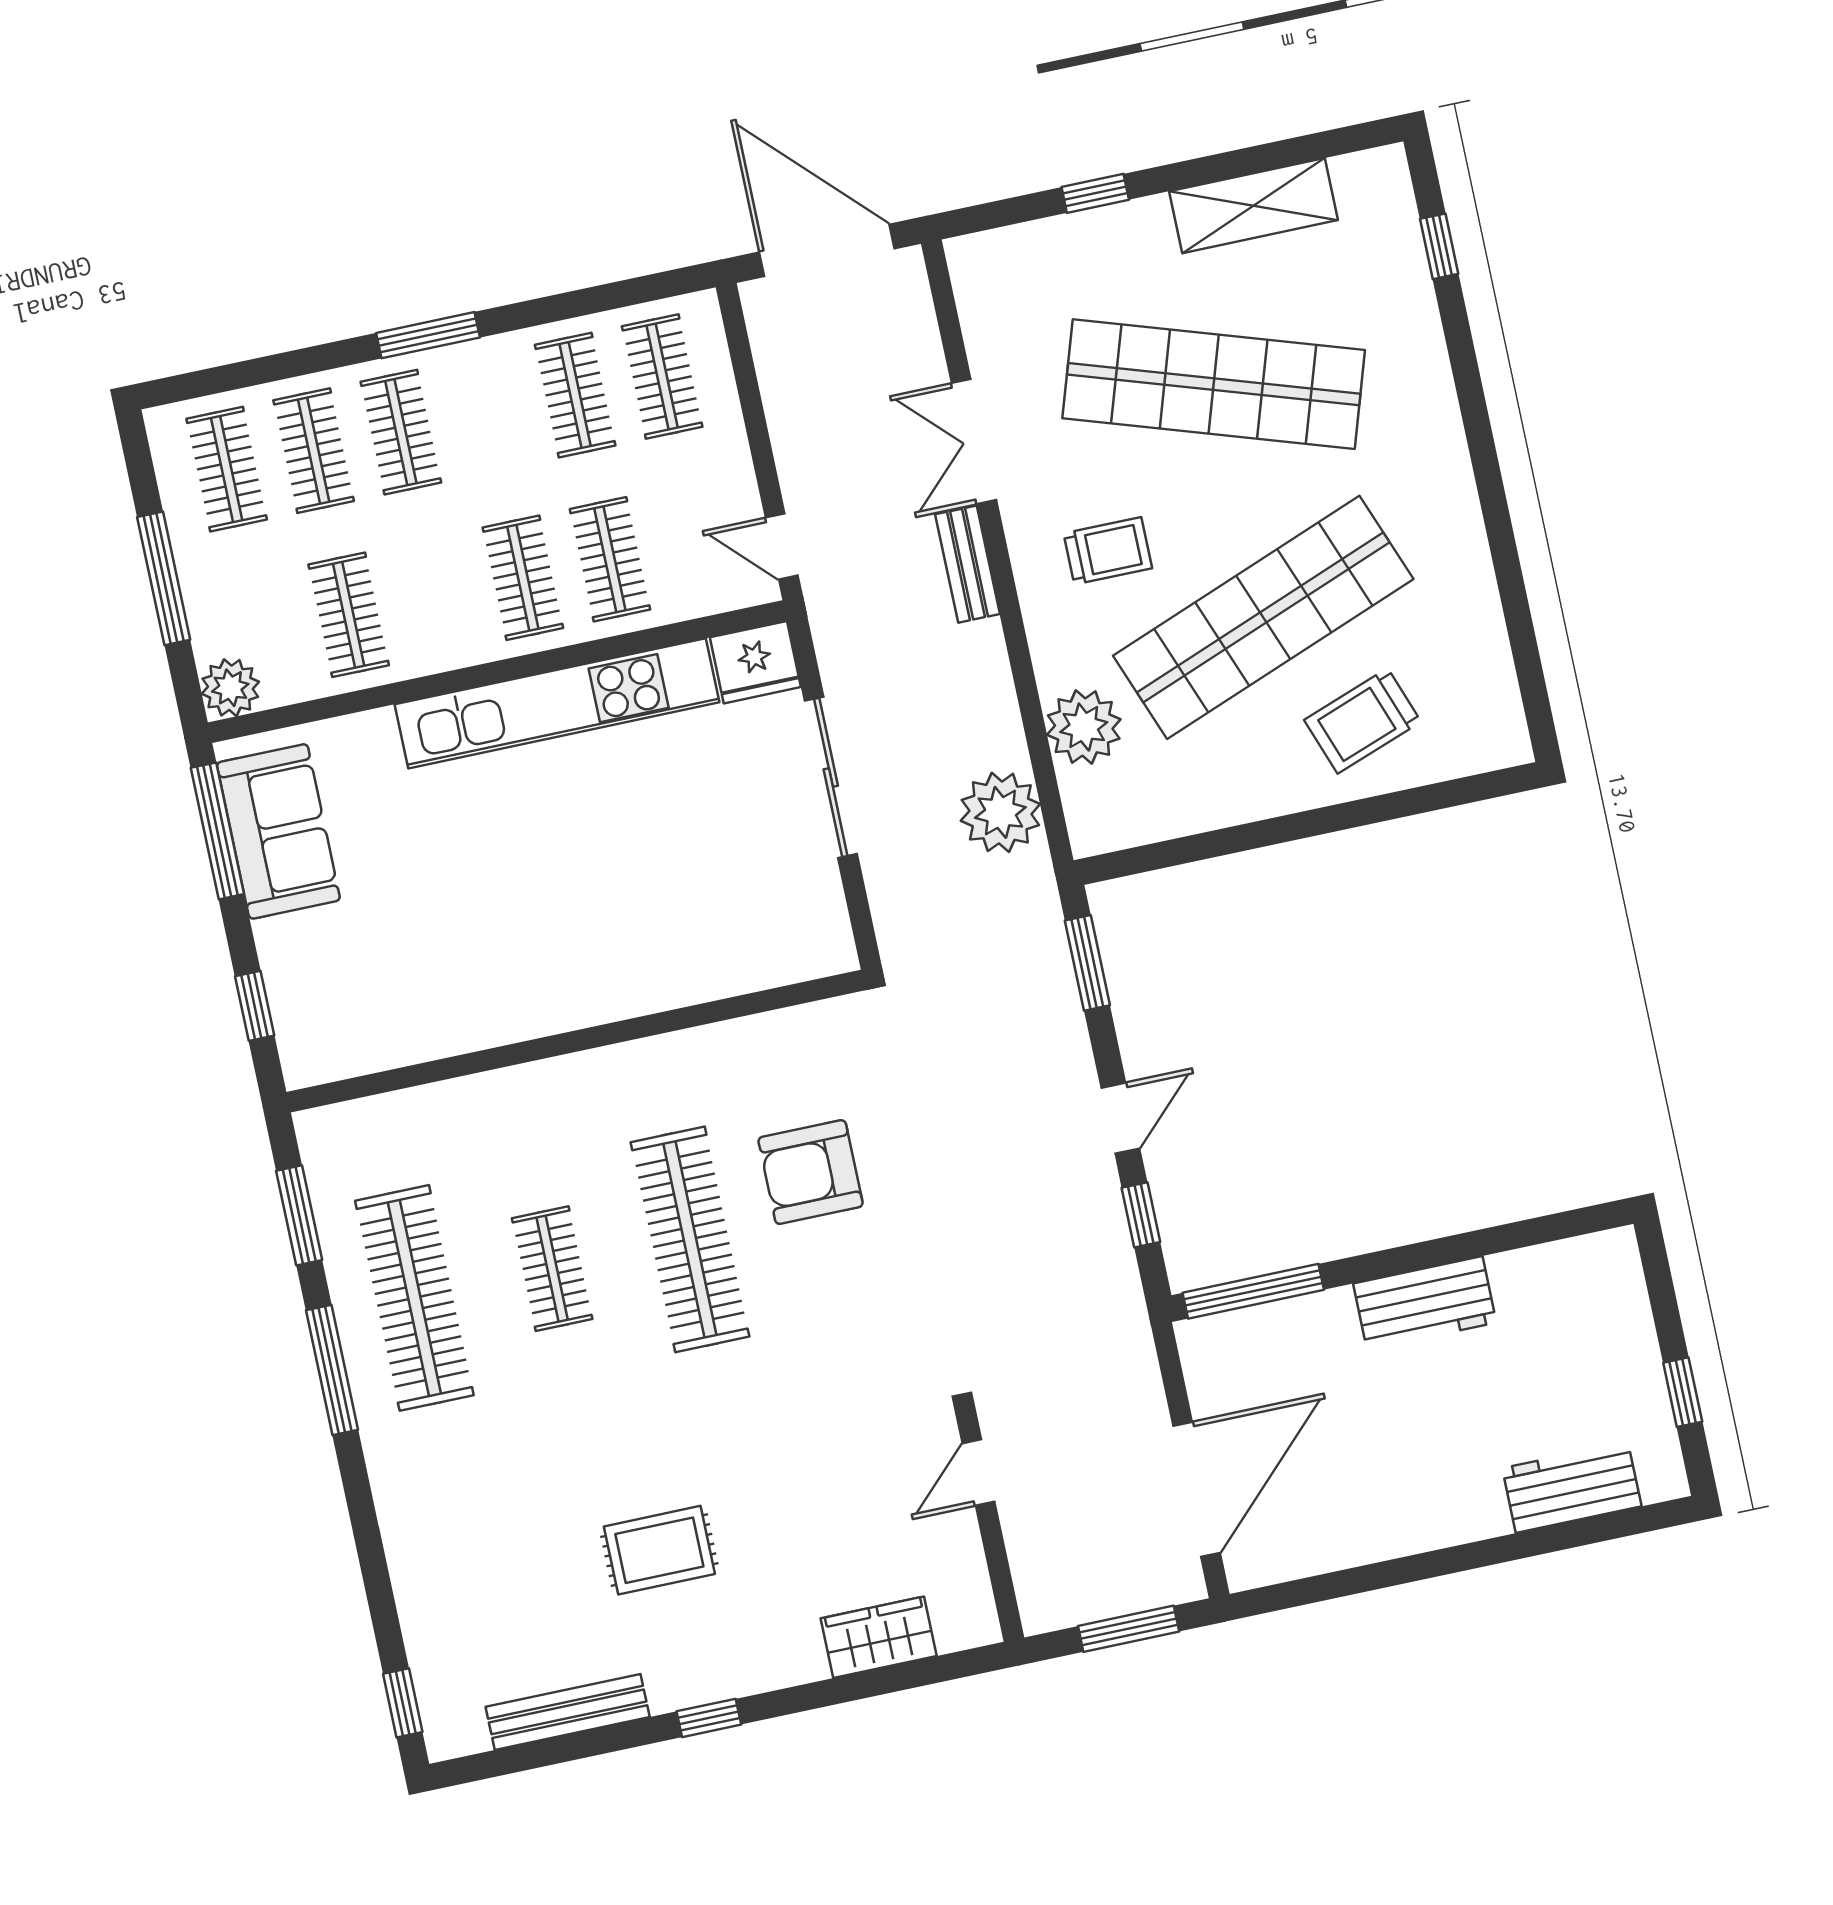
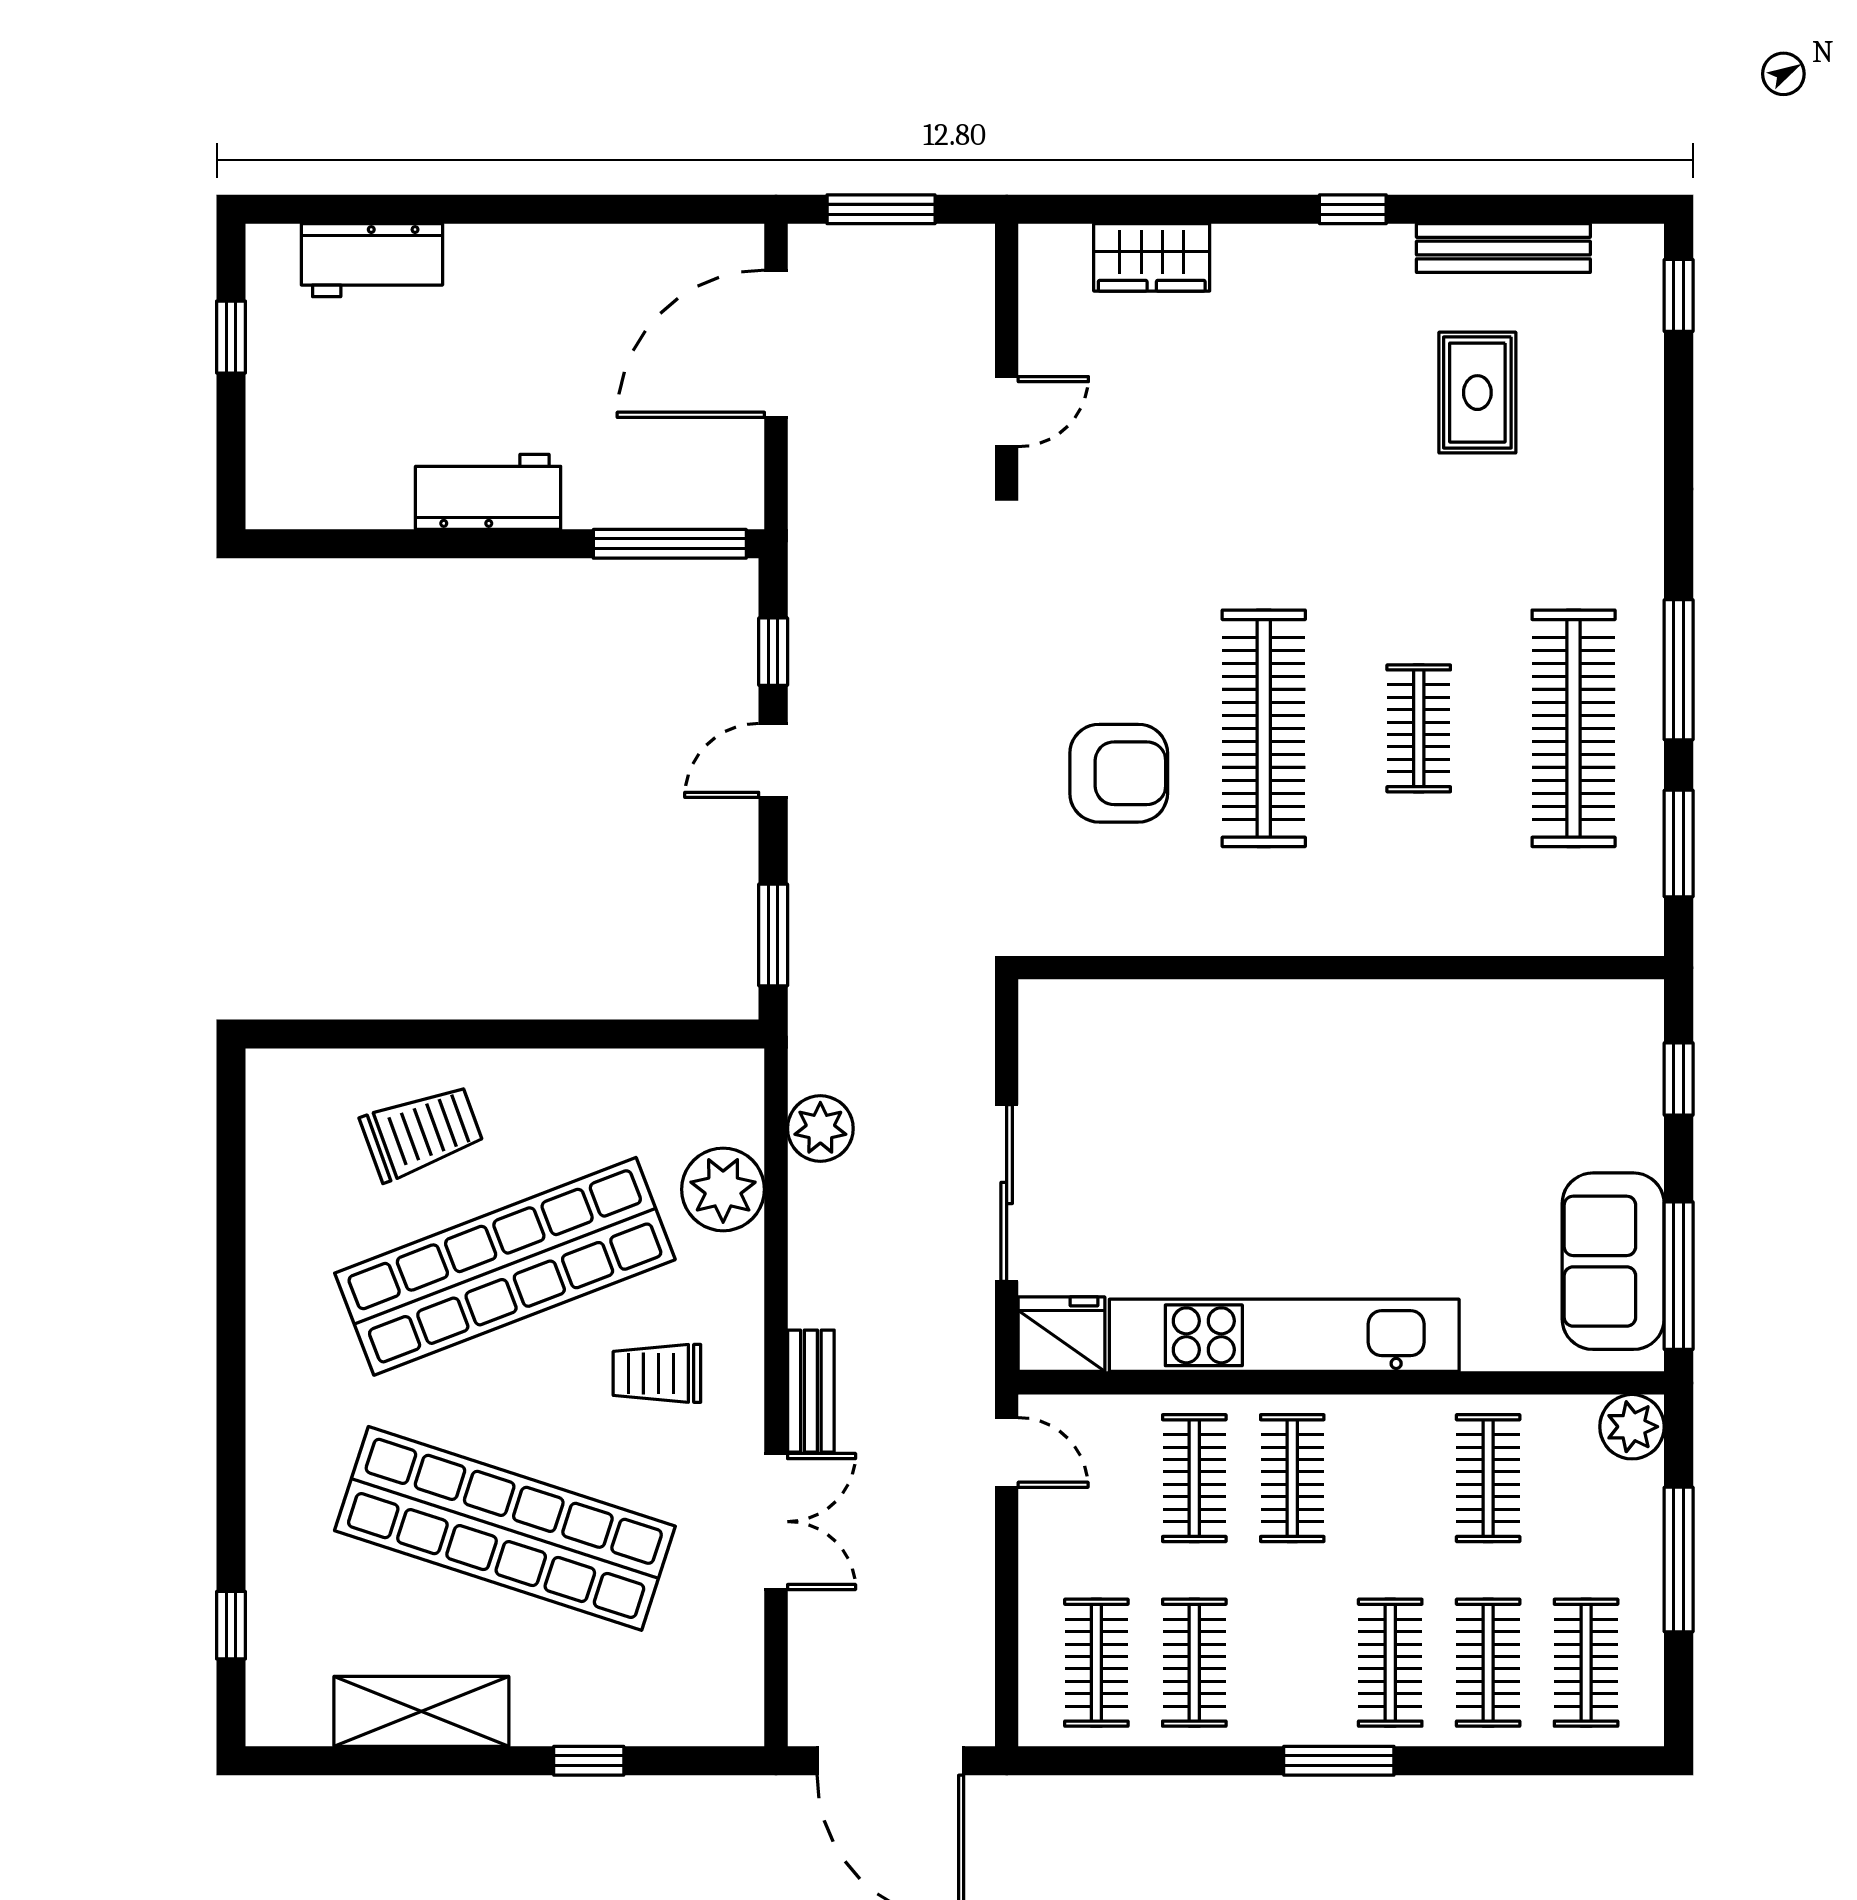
plant: (1000, 812) -> (820, 1129), width x0.73, depth x0.73
rug: (659, 1550) -> (1477, 393), moved, turned 90

